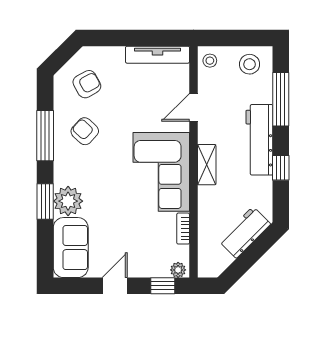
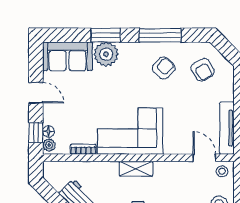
door: (193, 107) -> (204, 158), moved
floor lamp: (162, 271) -> (48, 132), added

